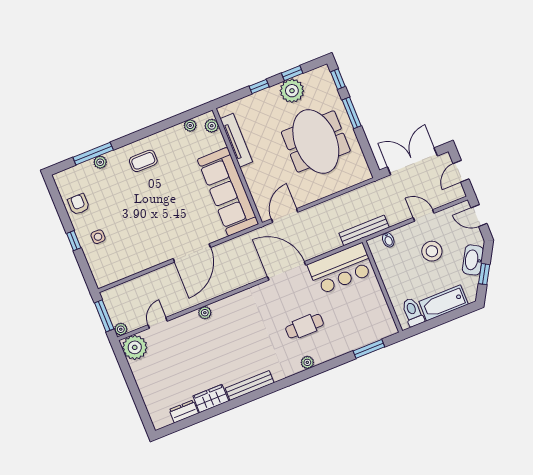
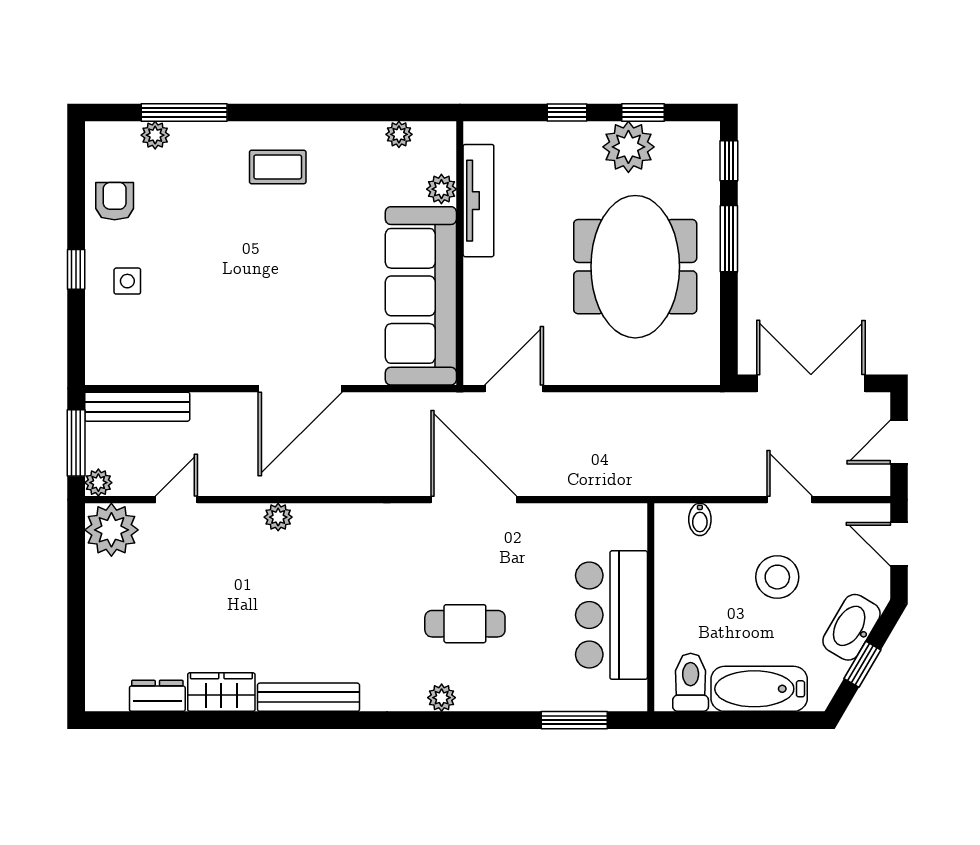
plant: (212, 126) -> (441, 189), moved
plant: (100, 162) -> (155, 135), moved
bench: (364, 230) -> (137, 407), moved
bar counter: (341, 269) -> (611, 615), moved, turned 90

